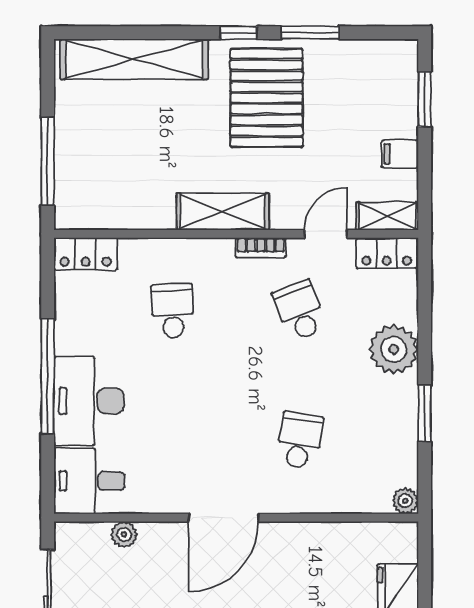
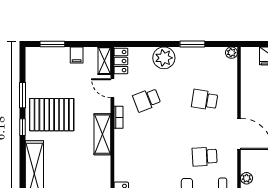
school desk: (173, 311) -> (205, 157), moved

